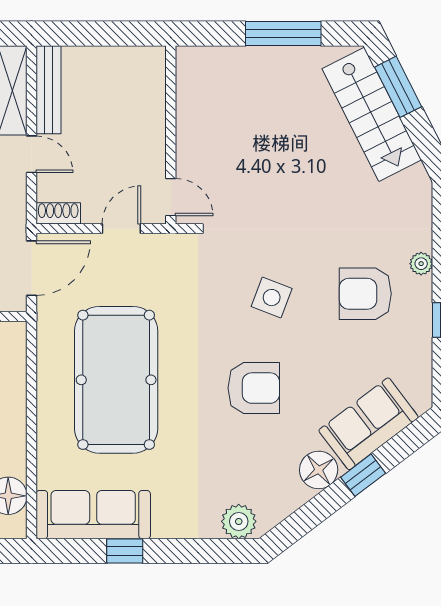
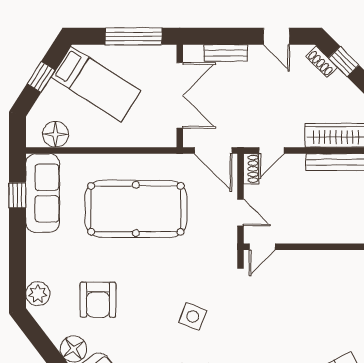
door: (32, 154) -> (271, 150), moved
armchair: (254, 388) -> (98, 300), moved
window: (125, 551) -> (17, 195), moved

